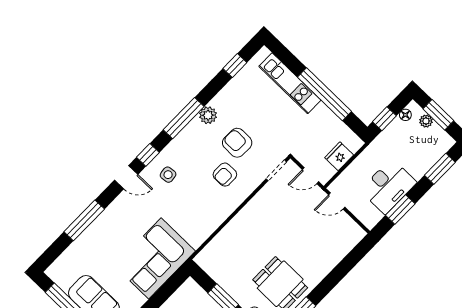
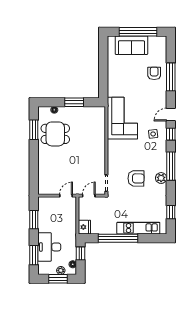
fridge: (339, 156) -> (84, 227), moved
armchair: (225, 175) -> (154, 73), moved
desk: (388, 186) -> (49, 247), moved
corner sofa: (155, 258) -> (122, 118), moved

